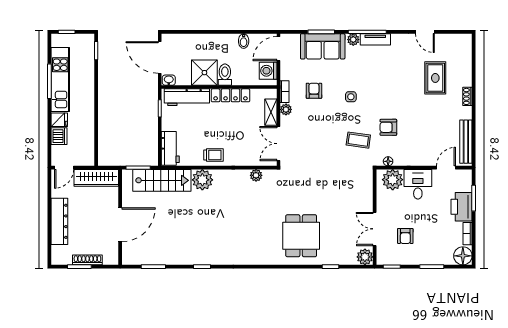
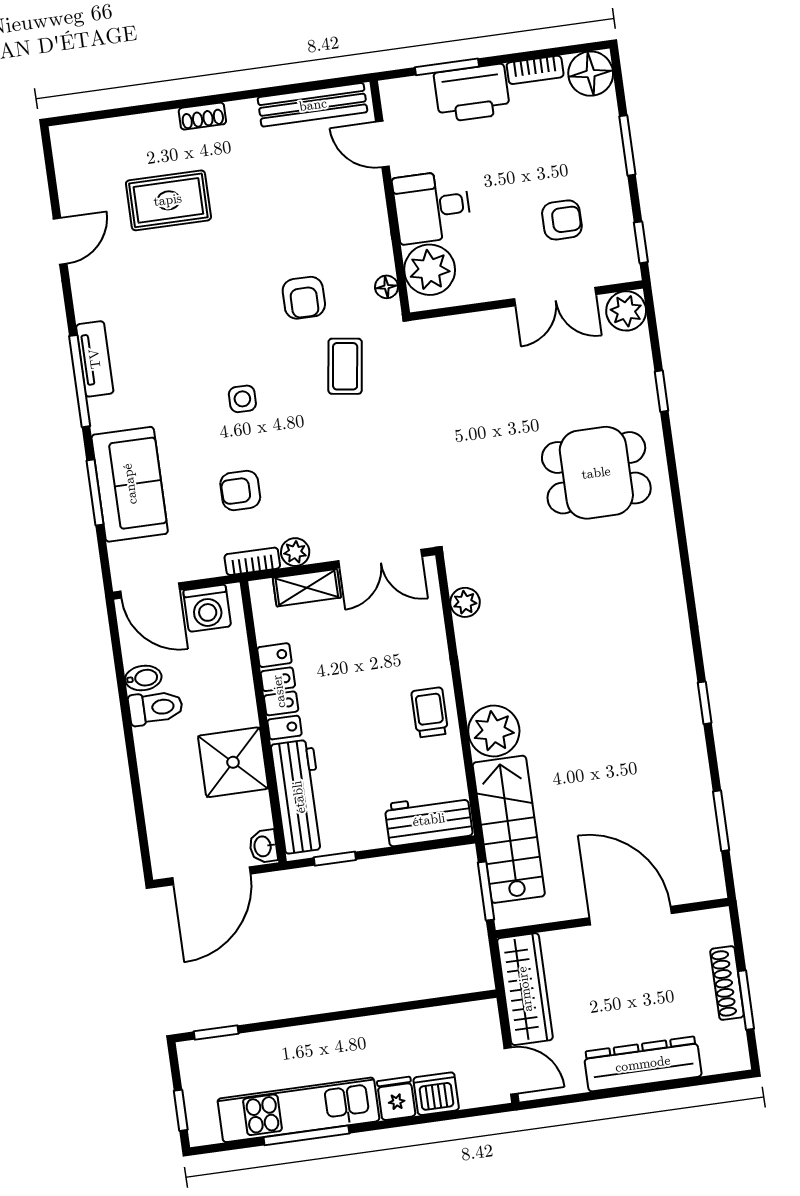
plant: (353, 40) -> (103, 412), removed
toilet: (225, 75) -> (156, 708), moved, turned 180

